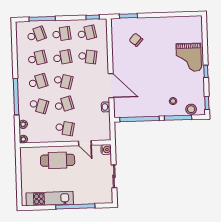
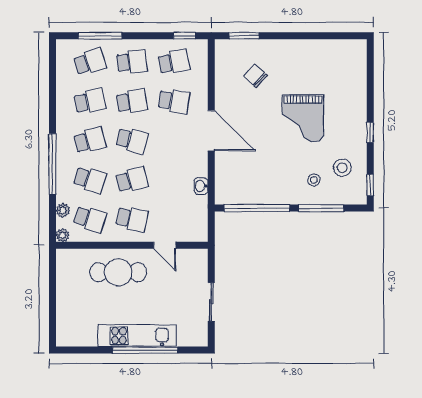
grand piano: (189, 57) -> (303, 118), moved
door: (111, 86) -> (211, 131), moved
stool: (191, 109) -> (342, 168), moved
school desk: (40, 129) -> (90, 219), added
water cooler: (106, 149) -> (200, 257), removed
kitchen unit: (50, 199) -> (137, 336), moved

